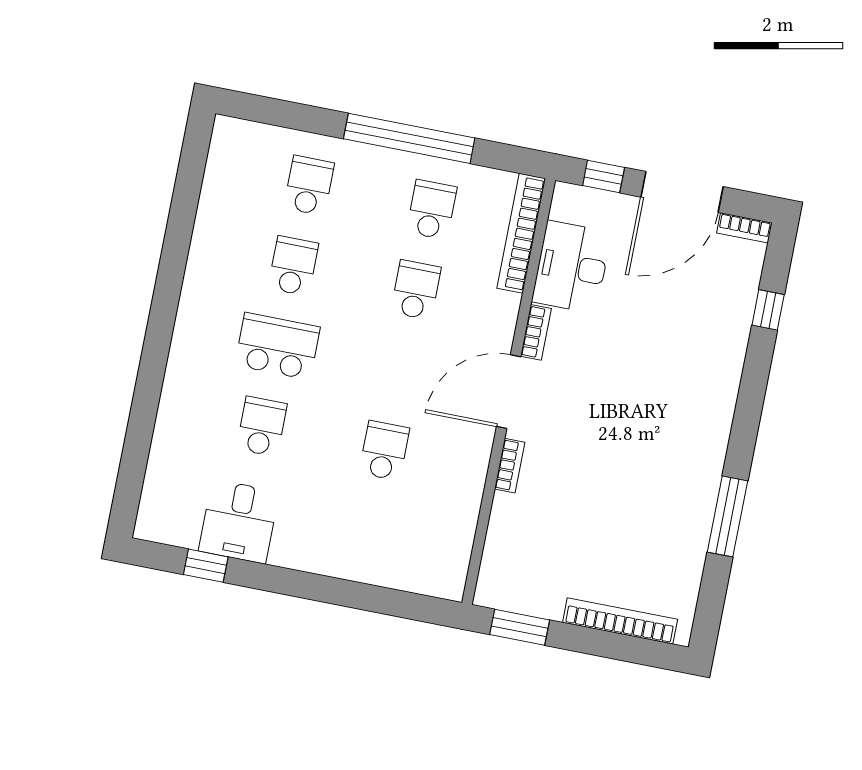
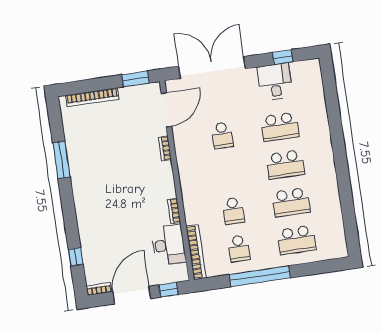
school desk: (309, 185) -> (296, 240), width x1.85
school desk: (293, 266) -> (291, 202), width x1.85
door: (509, 392) -> (166, 110), moved
school desk: (262, 426) -> (280, 127), width x1.85
double door: (356, 595) -> (212, 68), added

